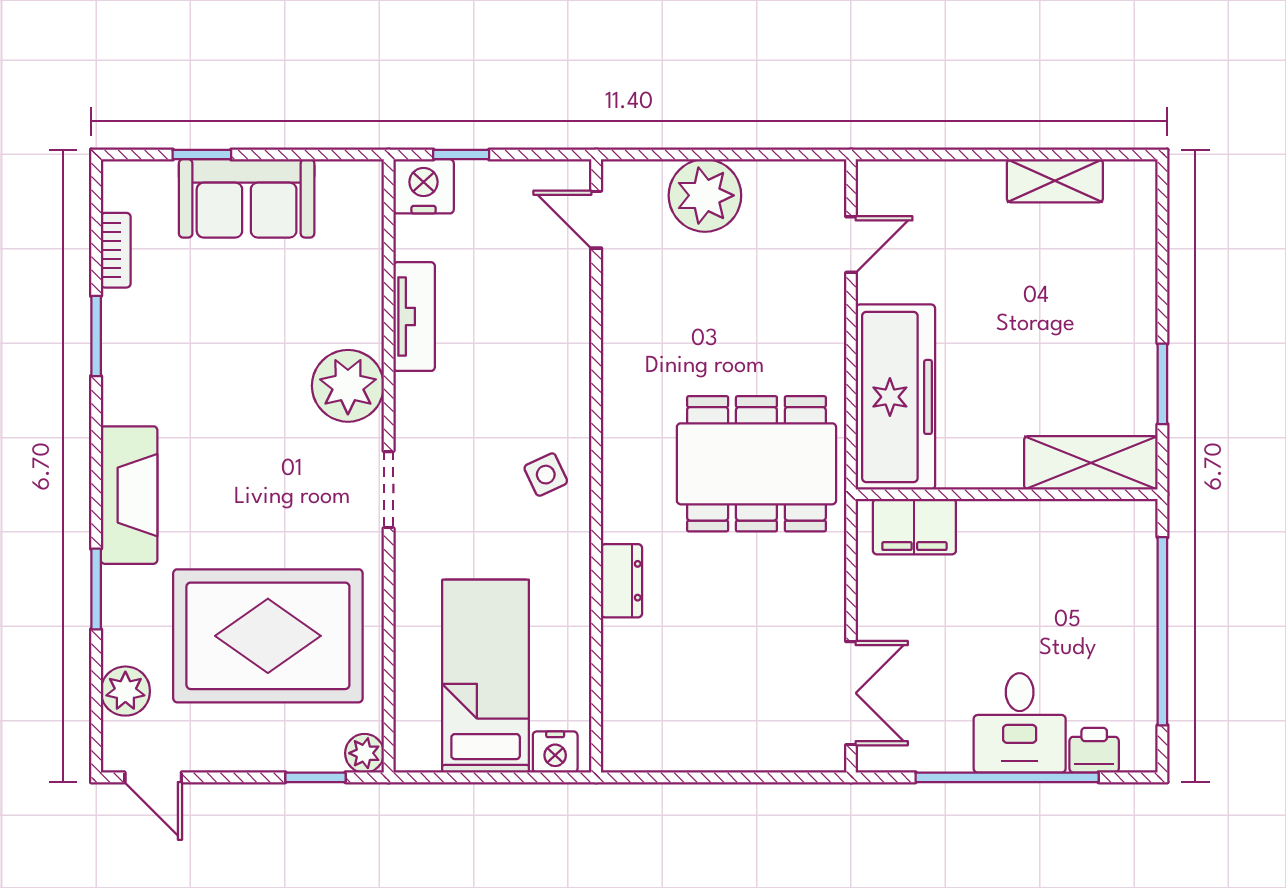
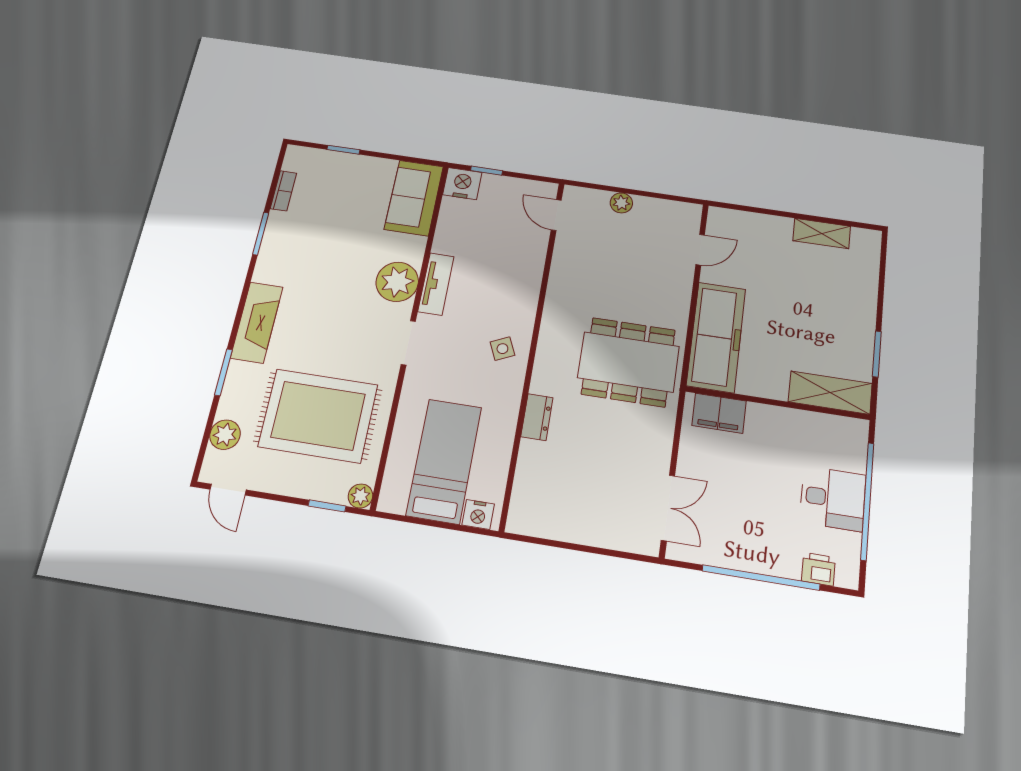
plant: (705, 195) -> (621, 203), width x0.53, depth x0.53
sofa: (247, 198) -> (414, 198), moved, turned 90
tv unit: (414, 317) -> (436, 284), moved
desk: (1020, 723) -> (833, 498), moved, turned -90

